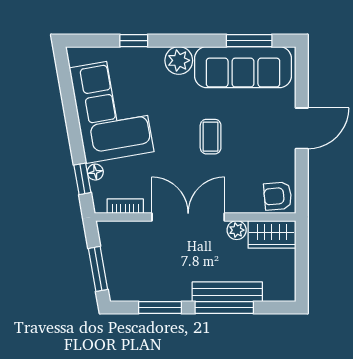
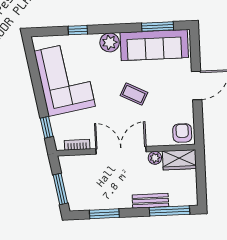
coffee table: (211, 137) -> (134, 94), turned -63
floor lamp: (95, 172) -> (55, 122), removed
armchair: (278, 196) -> (182, 133), turned 95
bench: (227, 292) -> (150, 201), width x0.73
window: (224, 308) -> (169, 211), moved

